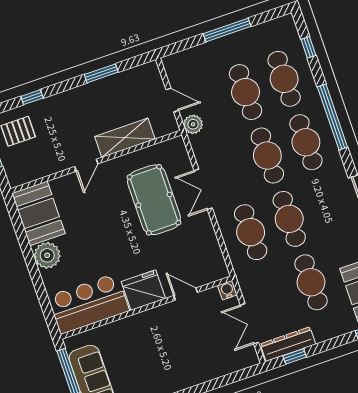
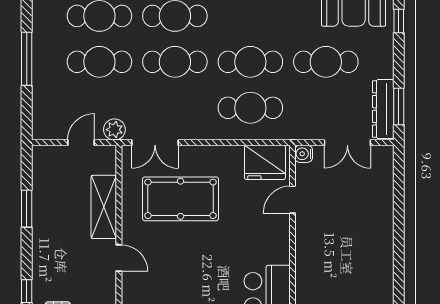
double door: (203, 189) -> (155, 143), moved
fridge: (143, 290) -> (265, 162), moved, turned -90
window: (295, 356) -> (399, 107), width x1.50

